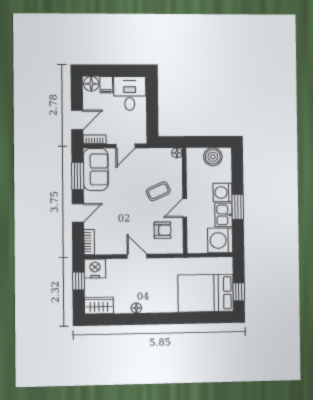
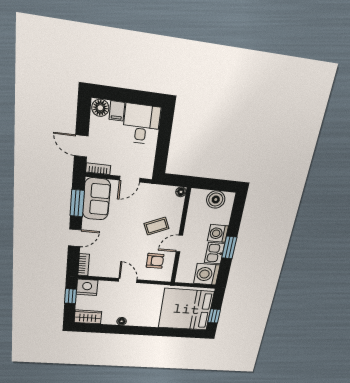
door: (77, 120) -> (81, 146), swing flipped
bed: (206, 293) -> (186, 310), width x1.36

